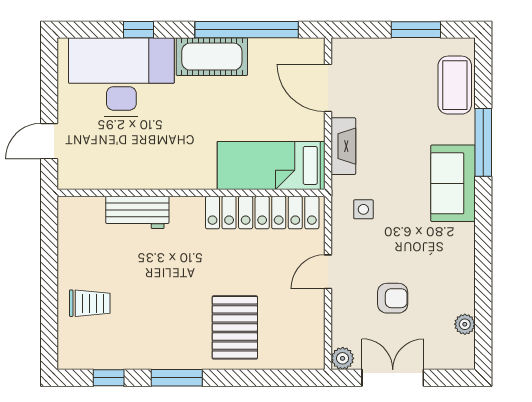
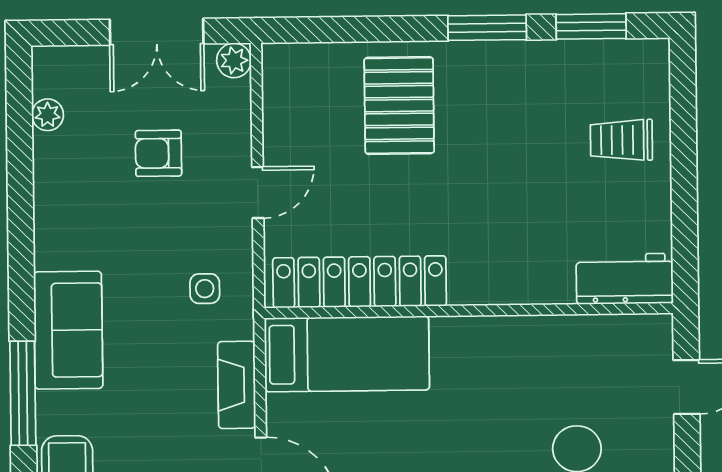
workbench: (137, 212) -> (625, 279), moved
window: (109, 378) -> (591, 26), width x1.50

